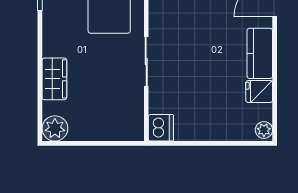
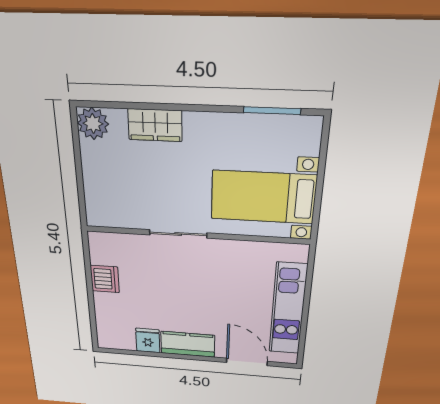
dishwasher: (161, 128) -> (105, 279), moved, turned -90
plant: (264, 130) -> (108, 341), removed

